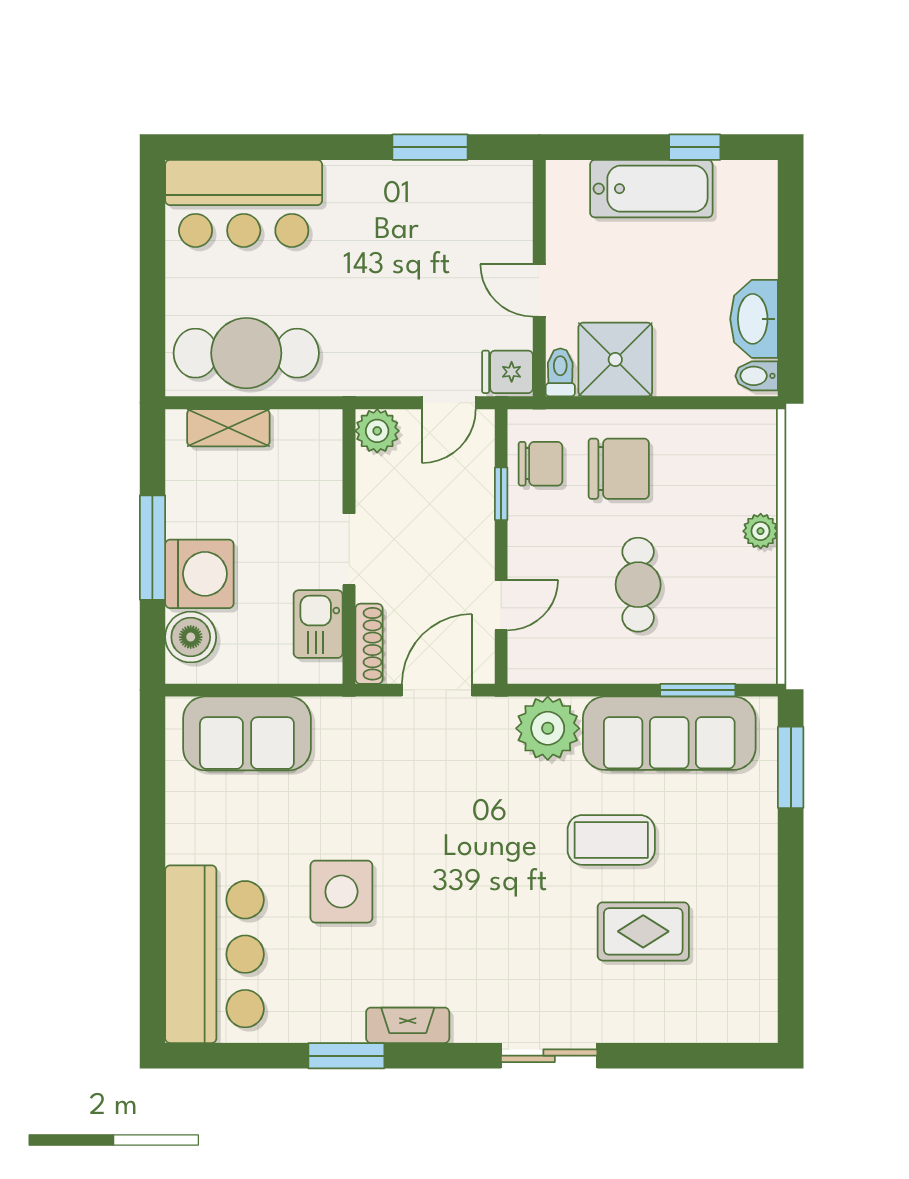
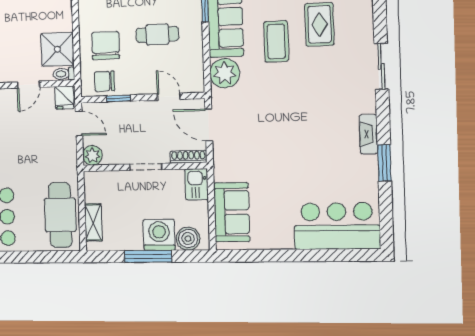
chair: (541, 464) -> (104, 81), turned -90
kitchen sink: (318, 624) -> (196, 184), moved, turned 90
side table: (341, 892) -> (305, 167), removed

